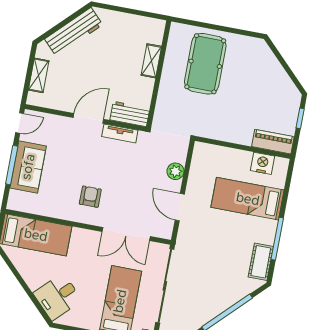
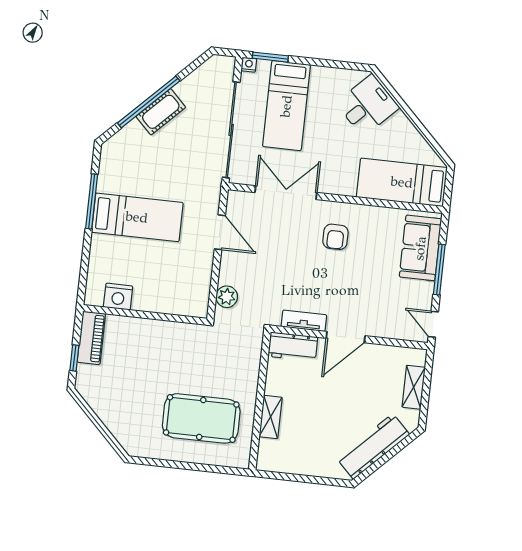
pool table: (205, 64) -> (201, 418), turned 90
door: (20, 123) -> (433, 324), hinge flipped
piano: (273, 142) -> (91, 338), moved, turned -90
sofa: (28, 167) -> (420, 248), moved
plant: (175, 171) -> (227, 297), moved
bed: (248, 199) -> (137, 217), moved
cot: (261, 262) -> (161, 112), moved, turned 45

